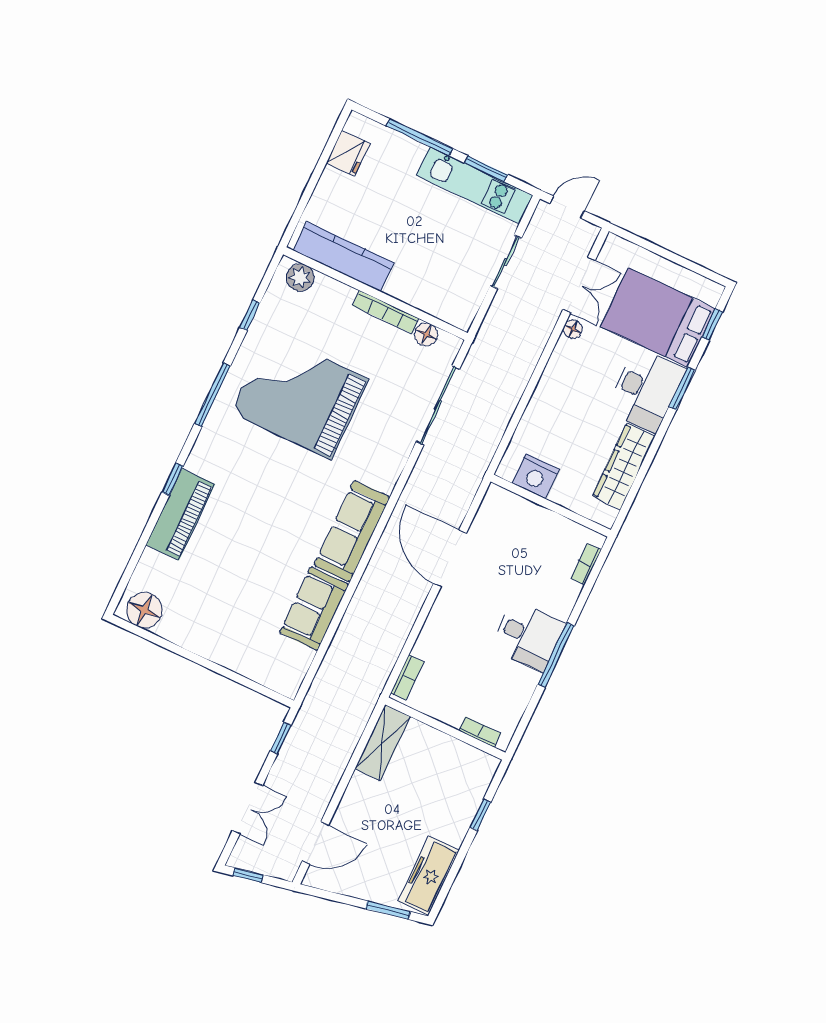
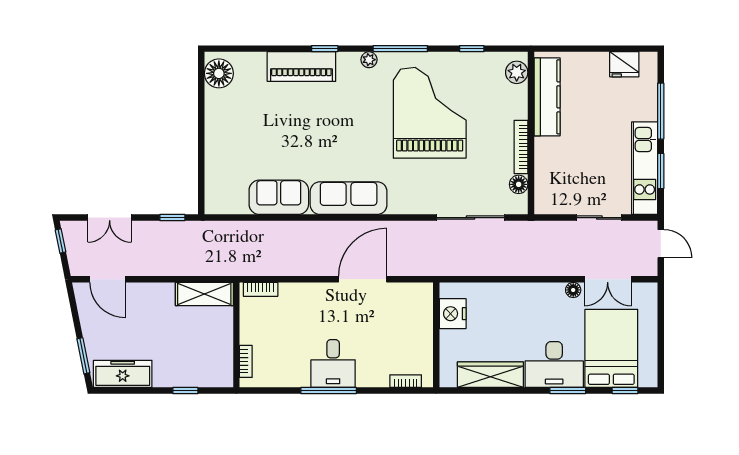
plant: (208, 436) -> (369, 60), added

